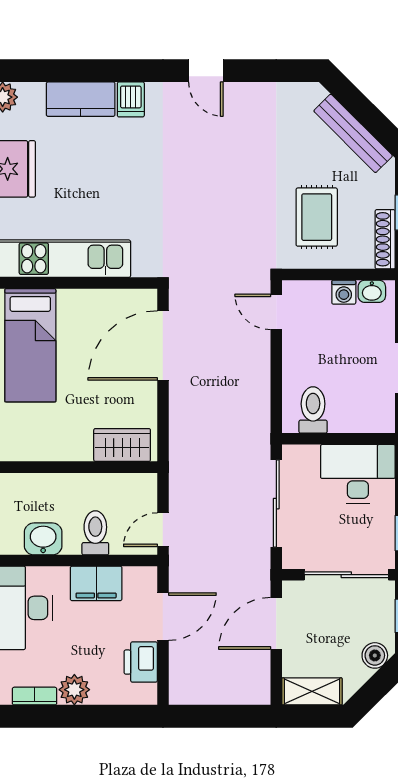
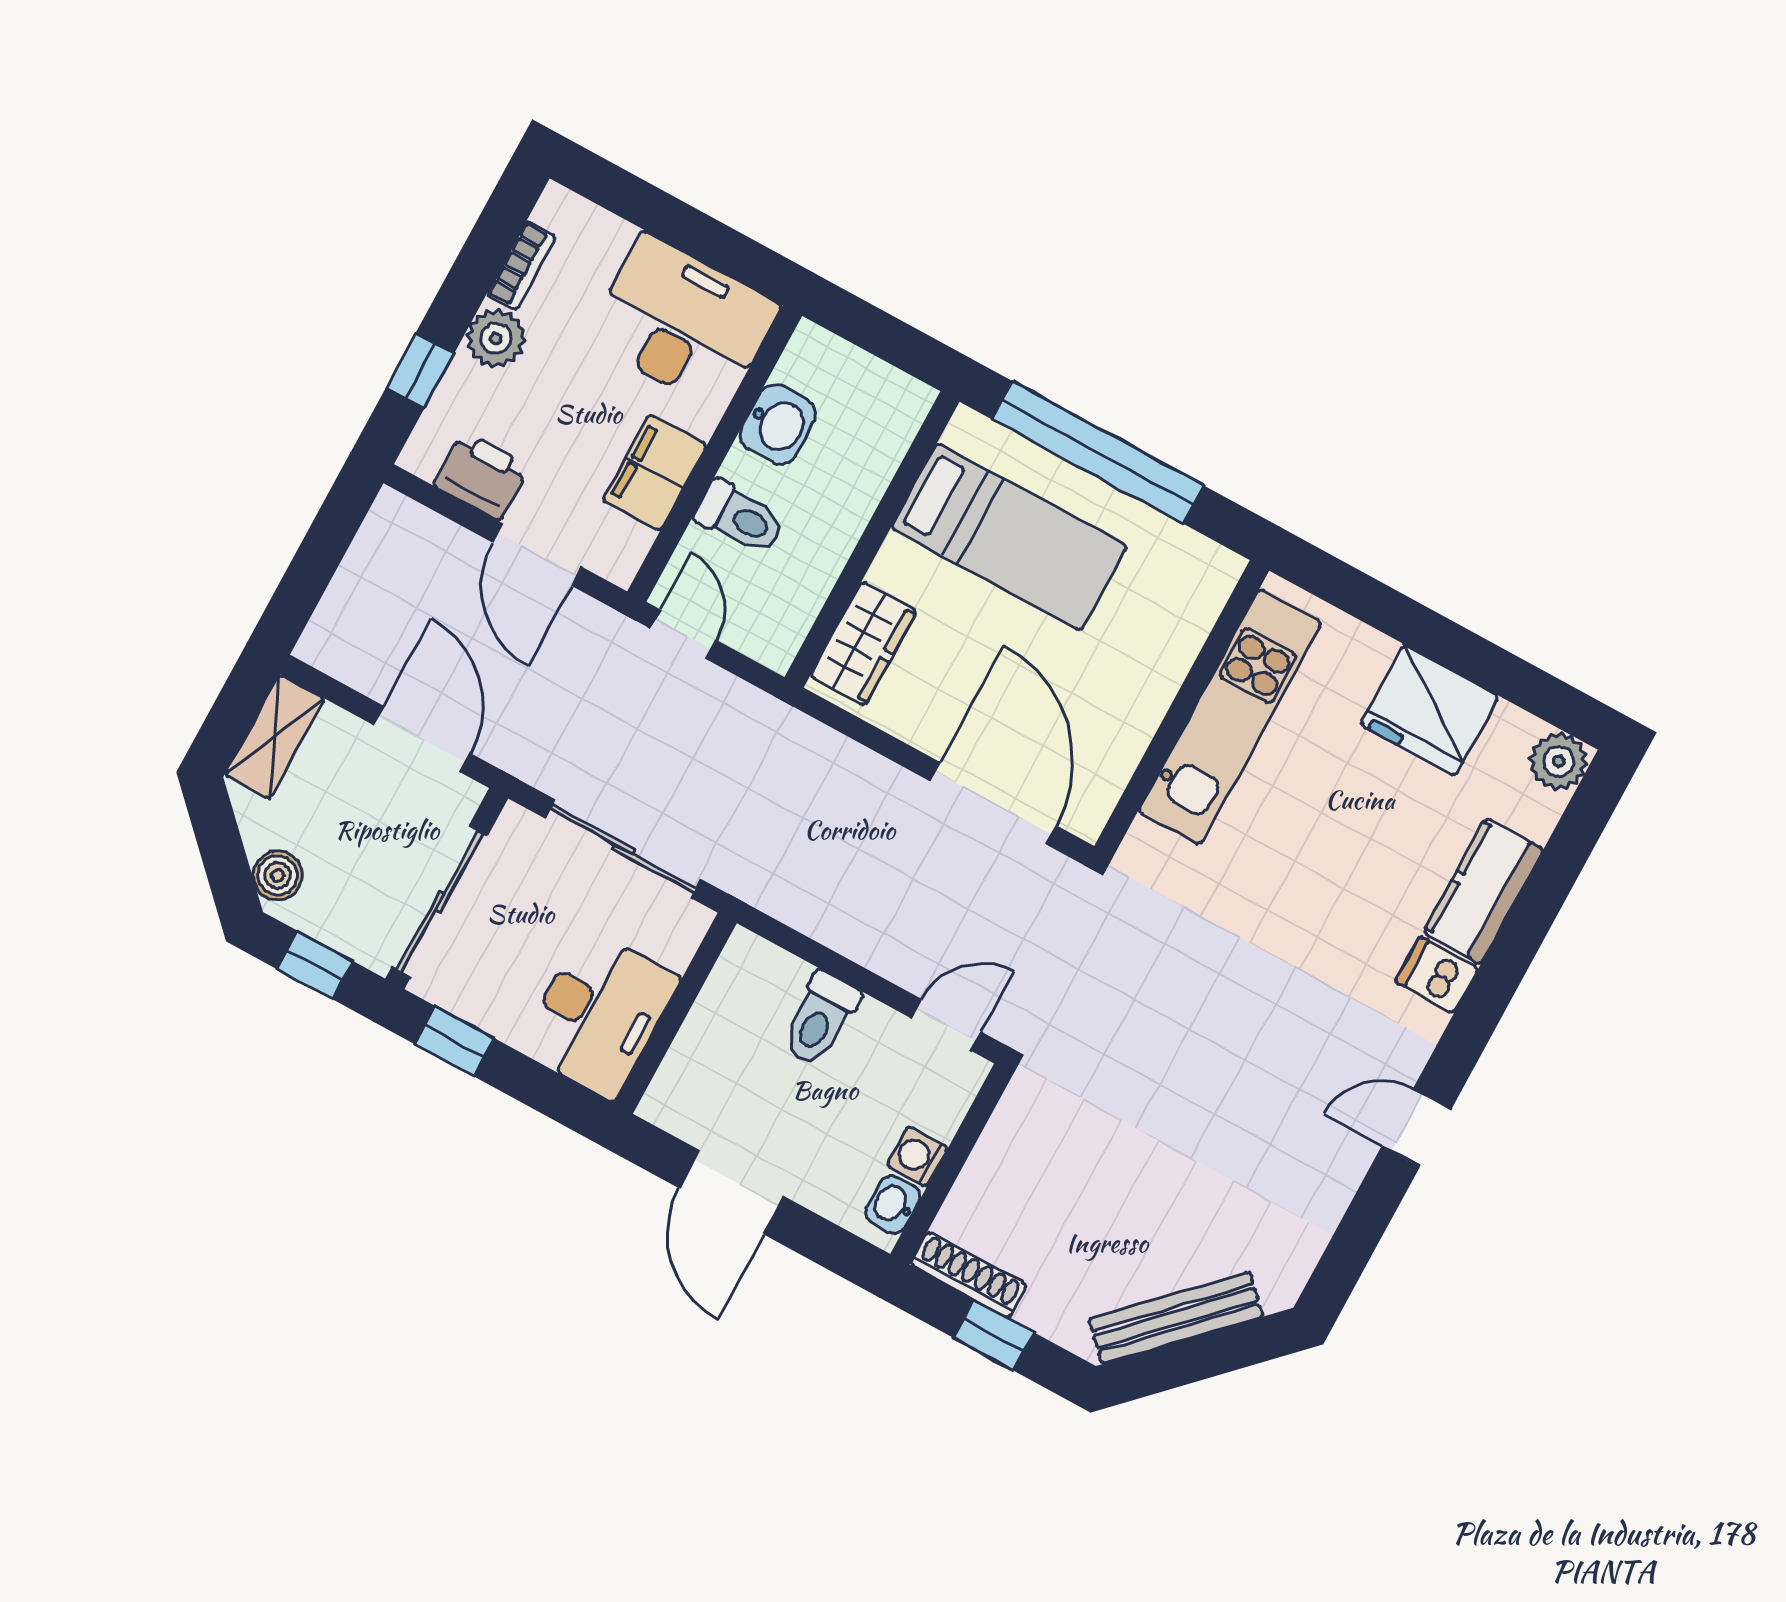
rug: (317, 217) -> (1068, 1180), removed
bed: (30, 345) -> (1009, 537), moved, turned 180
toilet: (313, 410) -> (820, 1019), moved, turned 90
window: (108, 716) -> (420, 371), added

